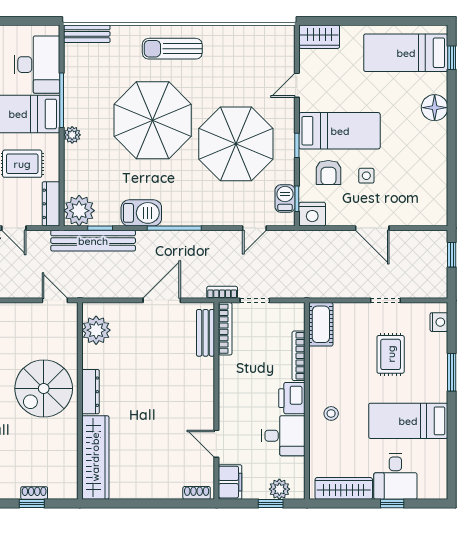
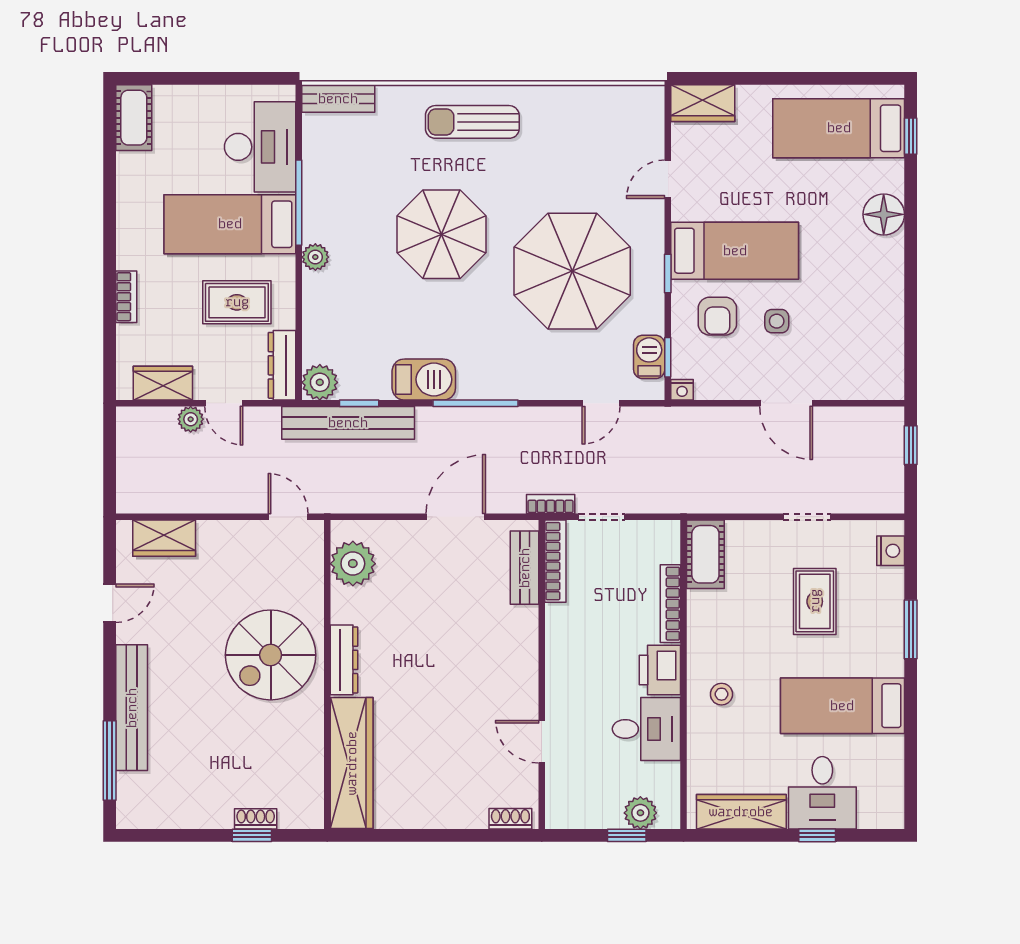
parasol: (153, 120) -> (442, 234), width x0.73, depth x0.73
plant: (79, 211) -> (320, 382), width x0.73, depth x0.73
nightstand: (312, 214) -> (682, 390), width x0.53, depth x0.56
filing cabinet: (230, 482) -> (563, 802), removed

